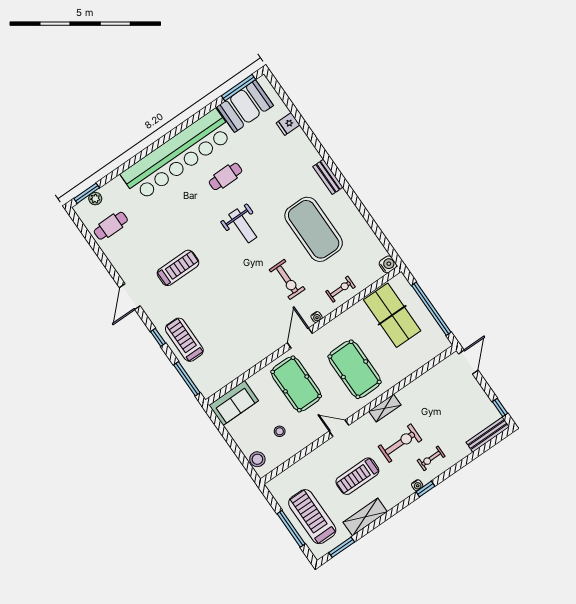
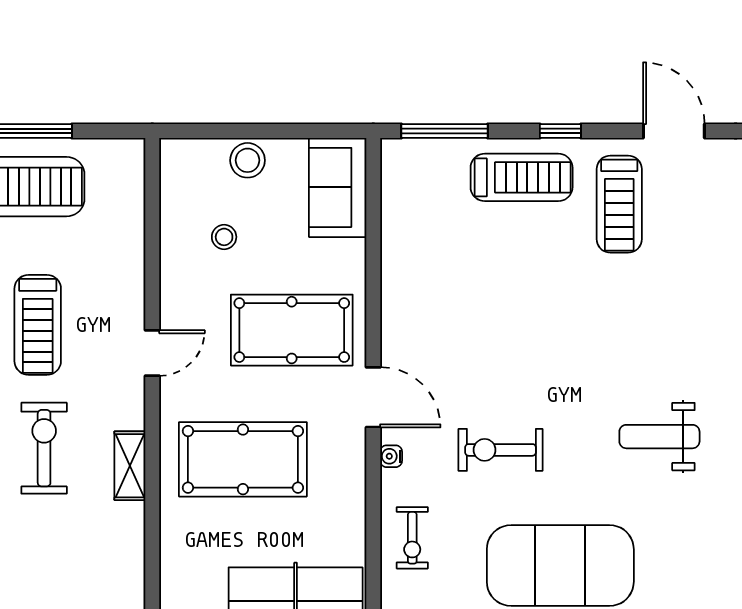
treadmill: (178, 268) -> (619, 204), moved
exercise bike: (400, 443) -> (44, 448), turned 180
stool: (257, 459) -> (248, 160), moved
treadmill: (357, 476) -> (38, 325), turned 180

